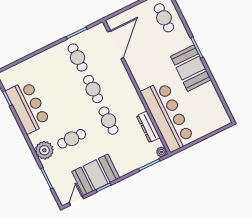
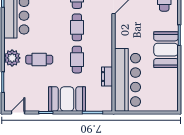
dresser: (148, 127) -> (107, 77), width x0.70
plant: (161, 152) -> (108, 107), removed
booth: (96, 175) -> (67, 99), moved

